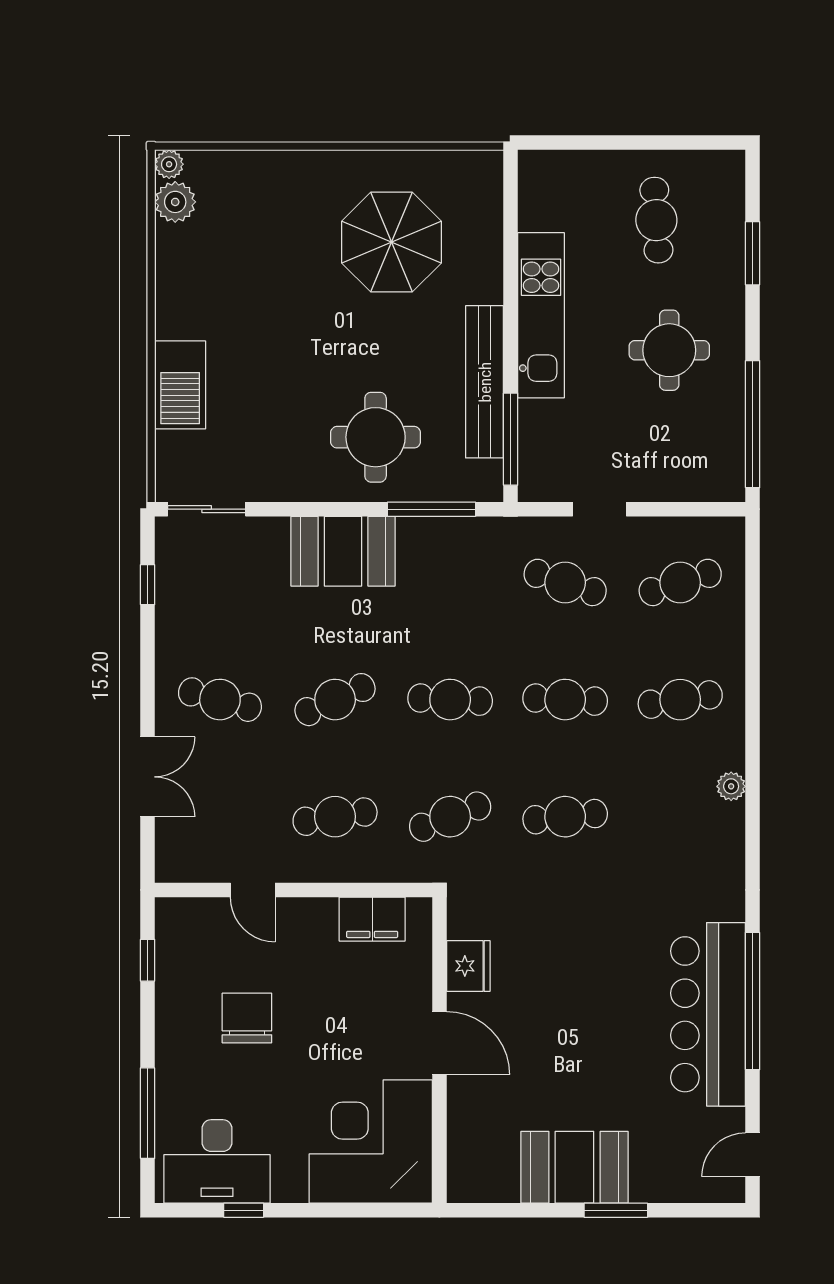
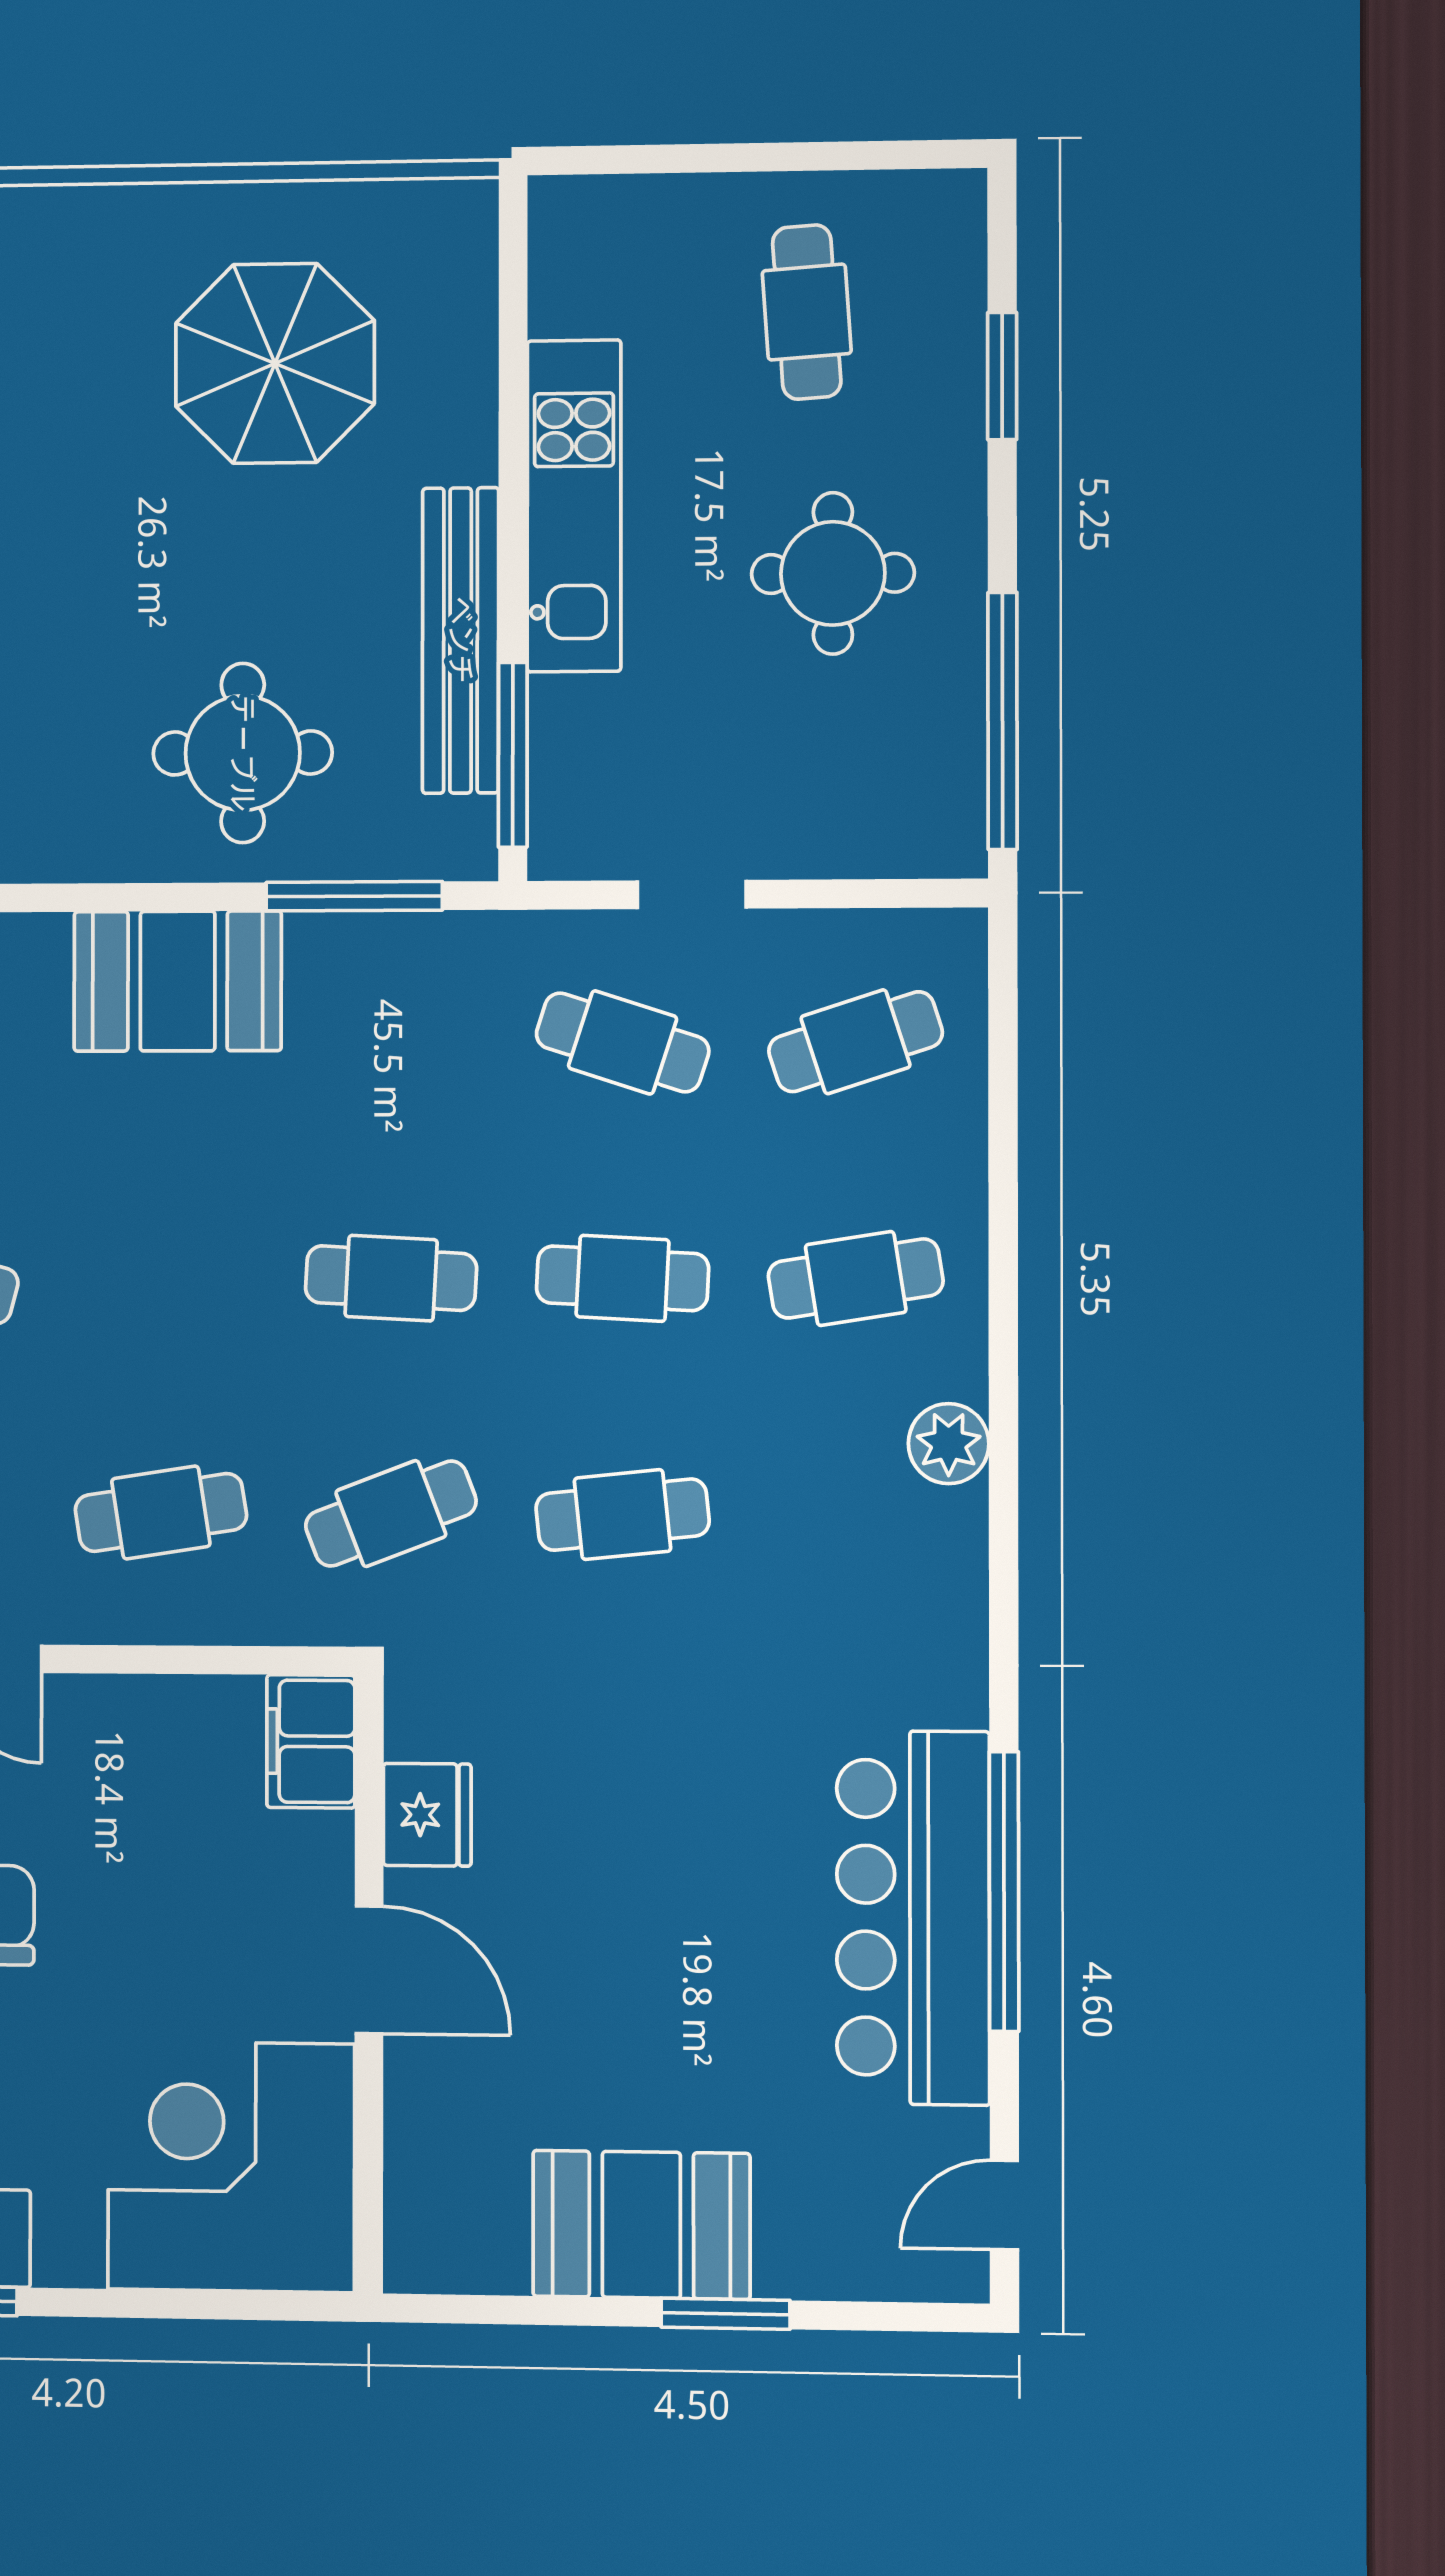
cafe table: (335, 700) -> (161, 1278), removed
plant: (731, 786) -> (949, 1444), width x1.38, depth x1.38
filing cabinet: (372, 919) -> (311, 1741), moved, turned 90

